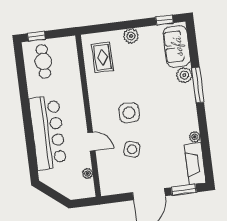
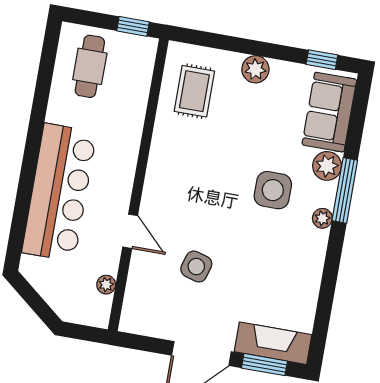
window: (36, 36) -> (133, 26), moved
side table: (129, 113) -> (273, 190), moved
plant: (195, 137) -> (322, 218), moved
fireplace: (195, 164) -> (273, 343), moved, turned 90

